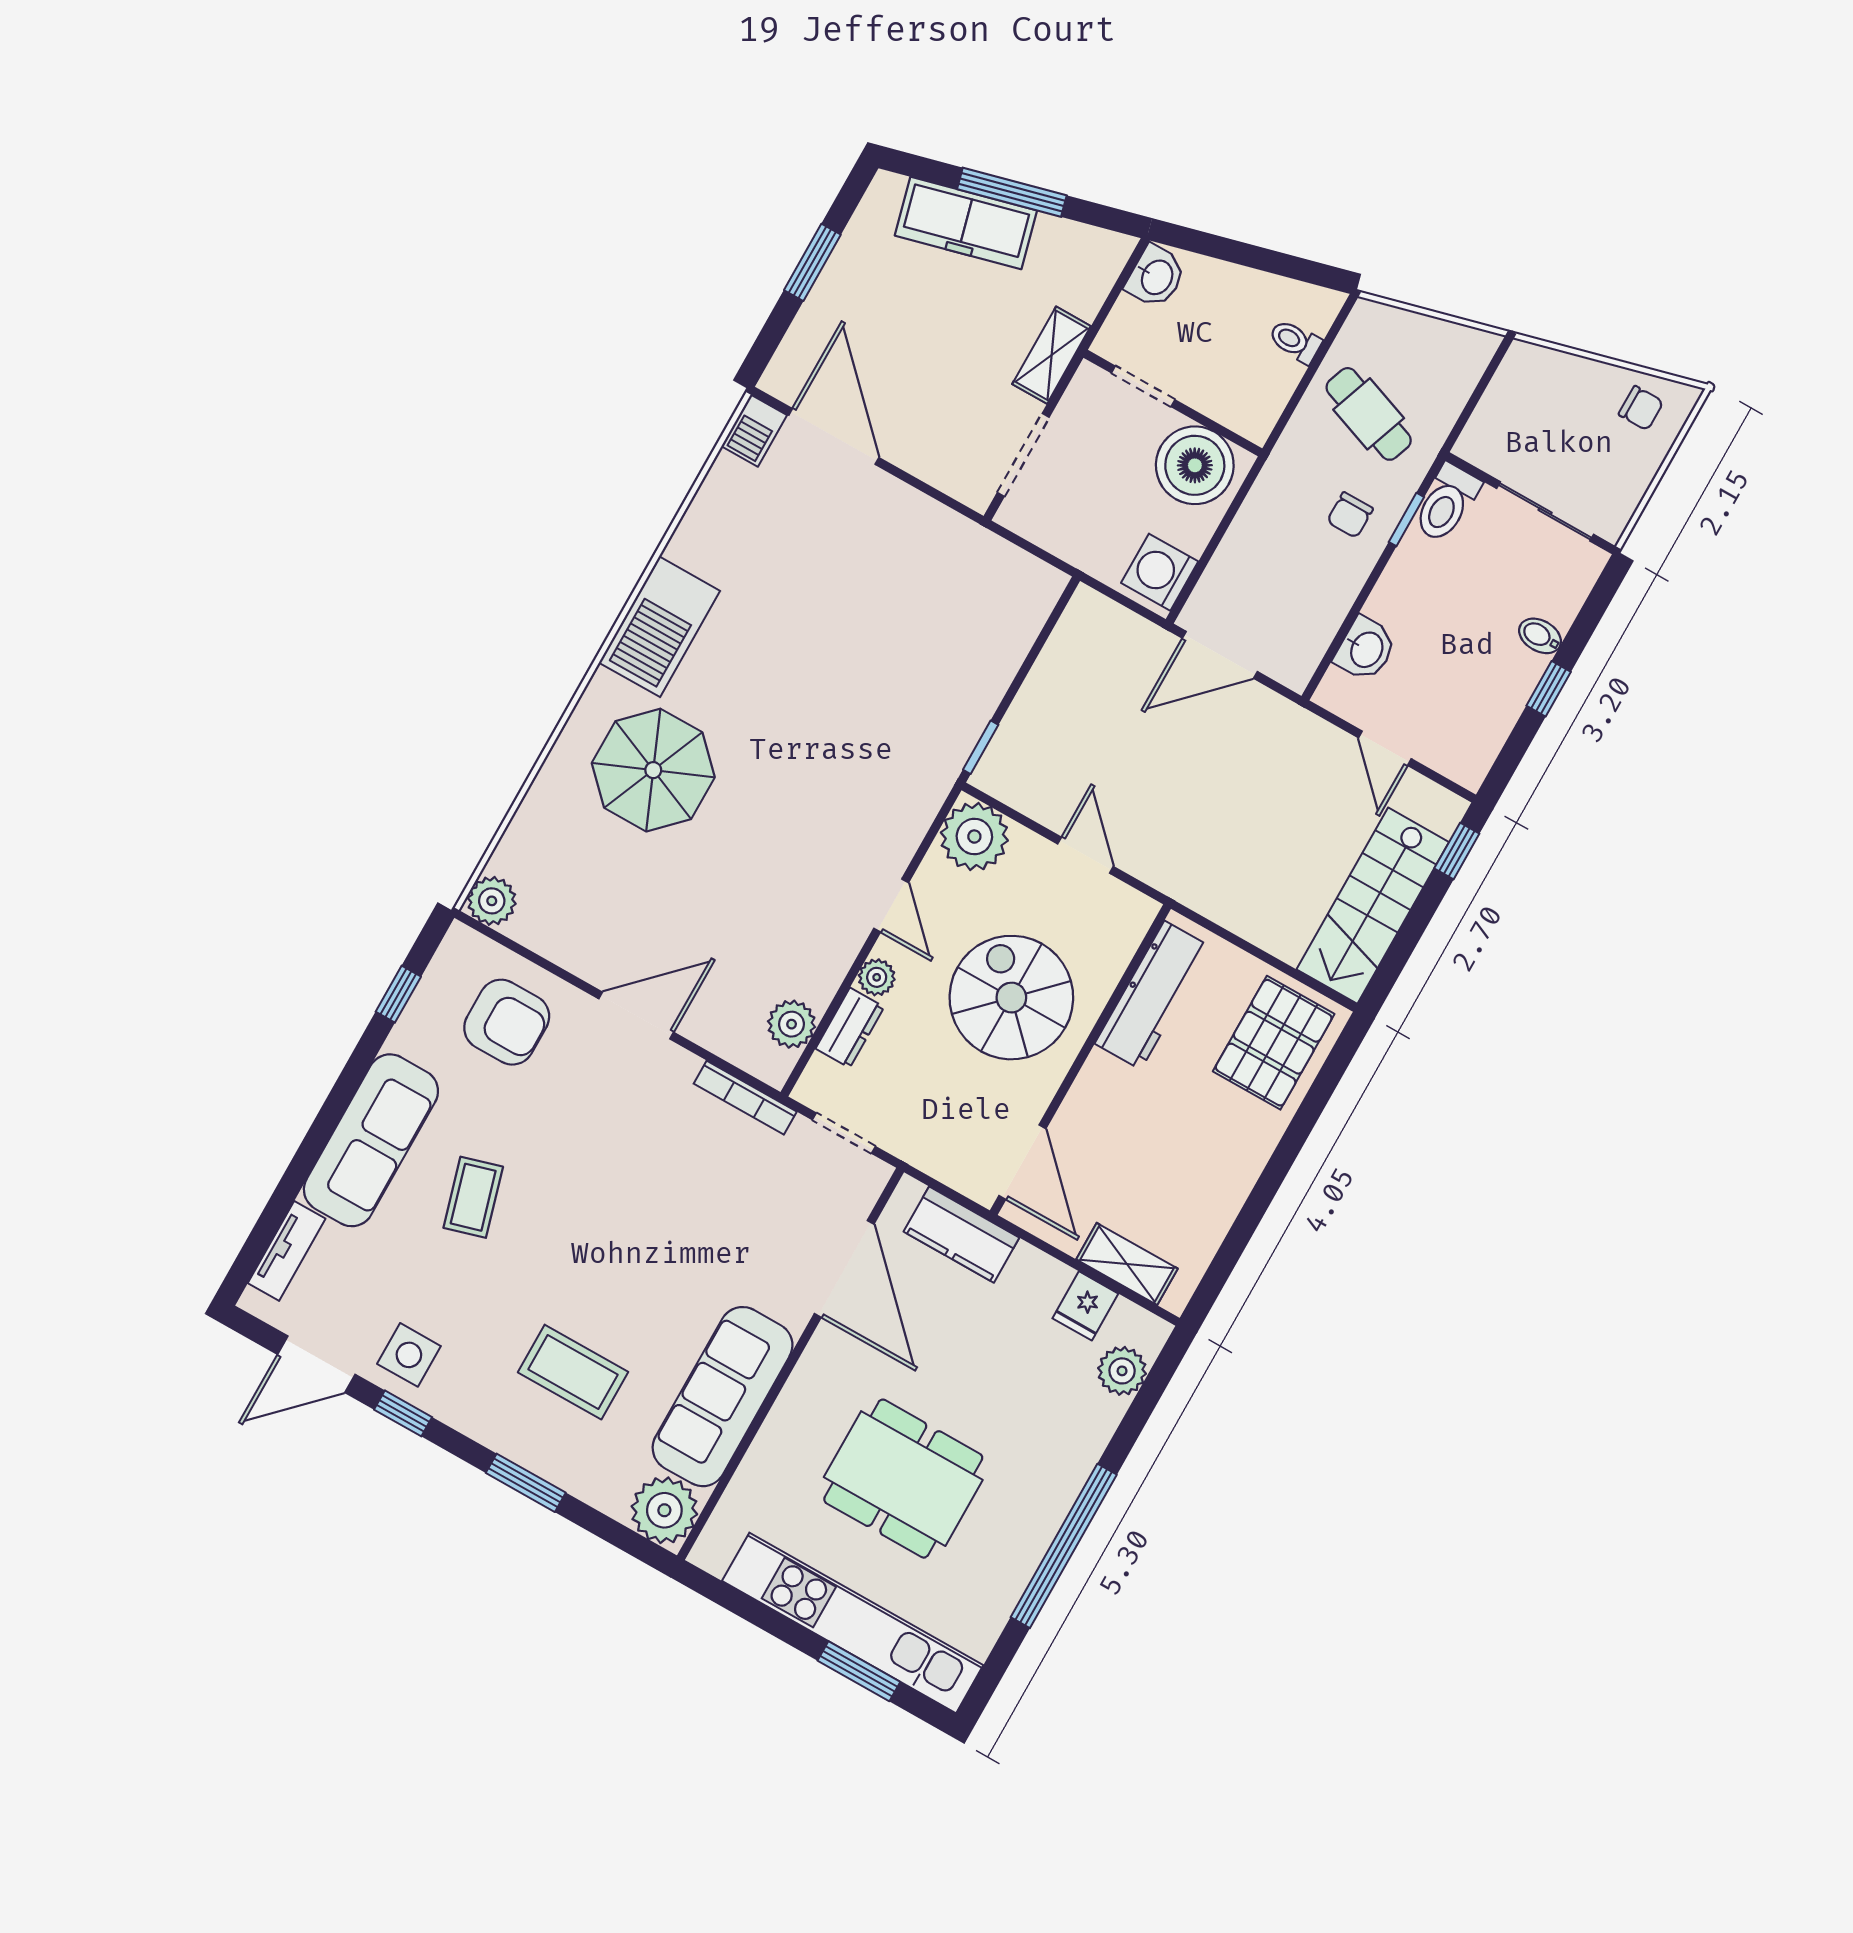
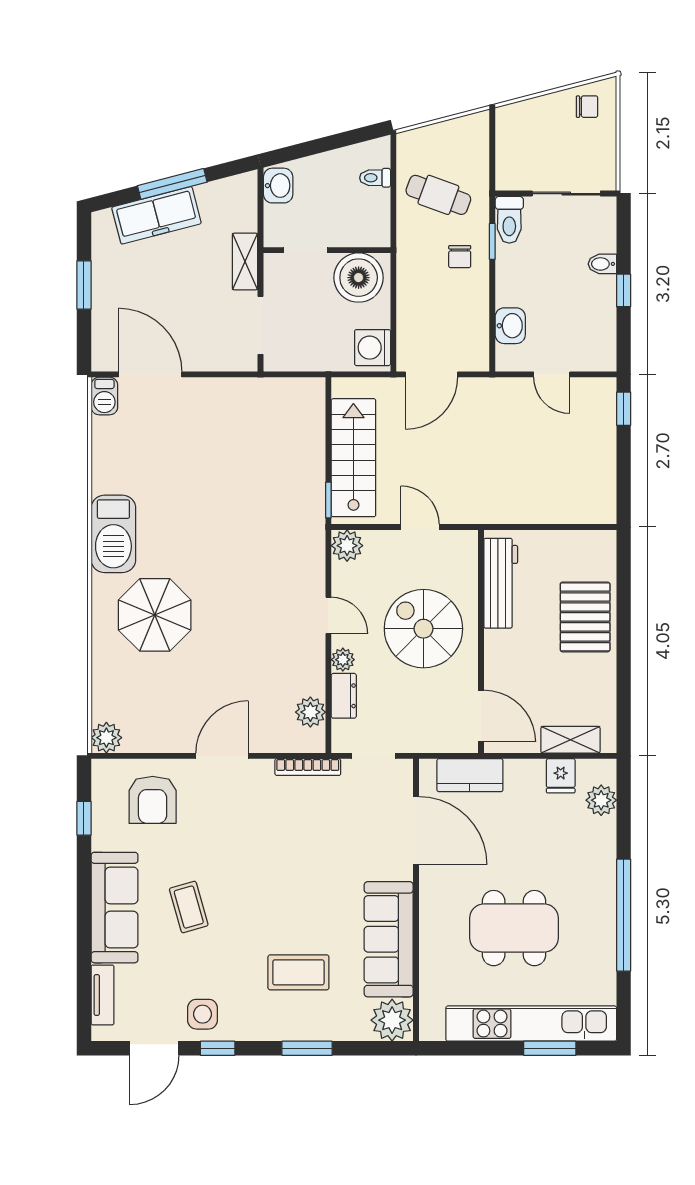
plant: (974, 837) -> (347, 546), width x0.73, depth x0.73
stairs: (1373, 906) -> (353, 458), moved, turned 180
armchair: (507, 1022) -> (153, 800), turned 90
pallet: (1274, 1043) -> (585, 617), moved

